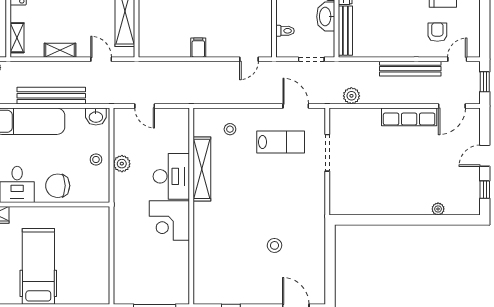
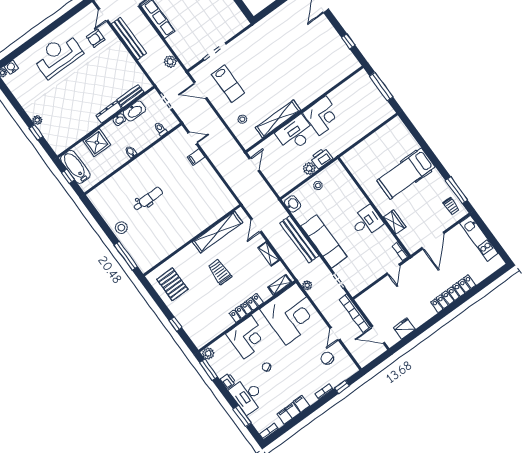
bench: (345, 31) -> (130, 96), width x0.73
filing cabinet: (198, 48) -> (196, 157), moved
door: (457, 59) -> (103, 15), hinge flipped
door: (145, 106) -> (254, 164), moved
door: (296, 106) -> (200, 90), hinge flipped
lab bench: (281, 142) -> (228, 84), turned 180
printer: (123, 185) -> (321, 158), added
chair: (58, 186) -> (350, 197), removed
stool: (275, 245) -> (292, 43), removed

